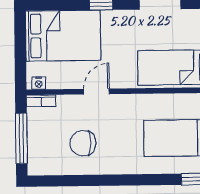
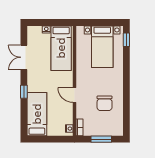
bed: (63, 36) -> (37, 114), width x0.67
window: (21, 138) -> (101, 139), width x0.69

